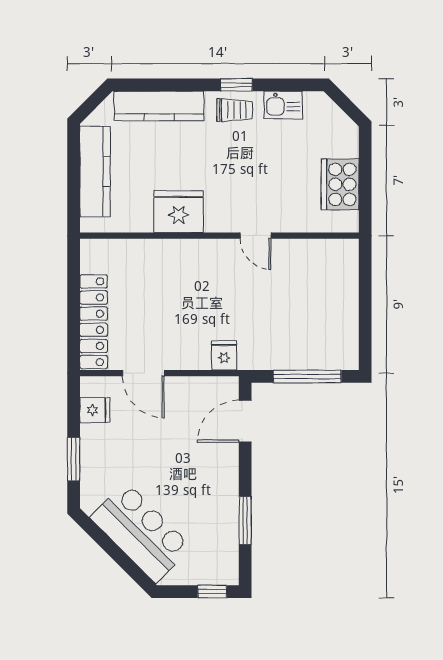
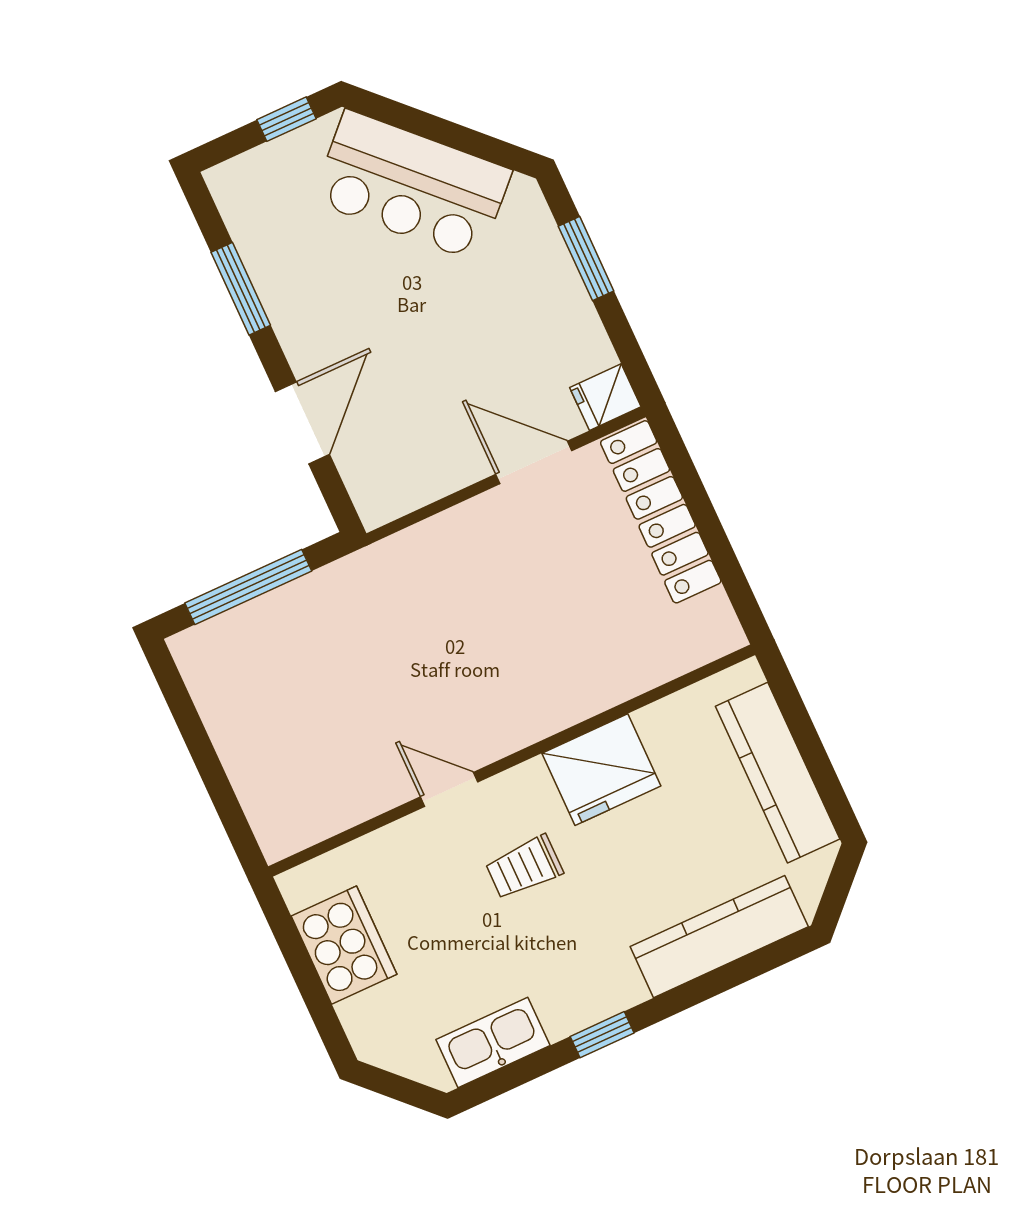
kitchen sink: (283, 105) -> (493, 1042), width x1.38
trolley: (234, 110) -> (524, 867), moved
fridge: (224, 355) -> (409, 557), removed
fridge: (95, 410) -> (605, 397), moved
door: (245, 421) -> (302, 423), moved
window: (212, 592) -> (287, 119), moved

